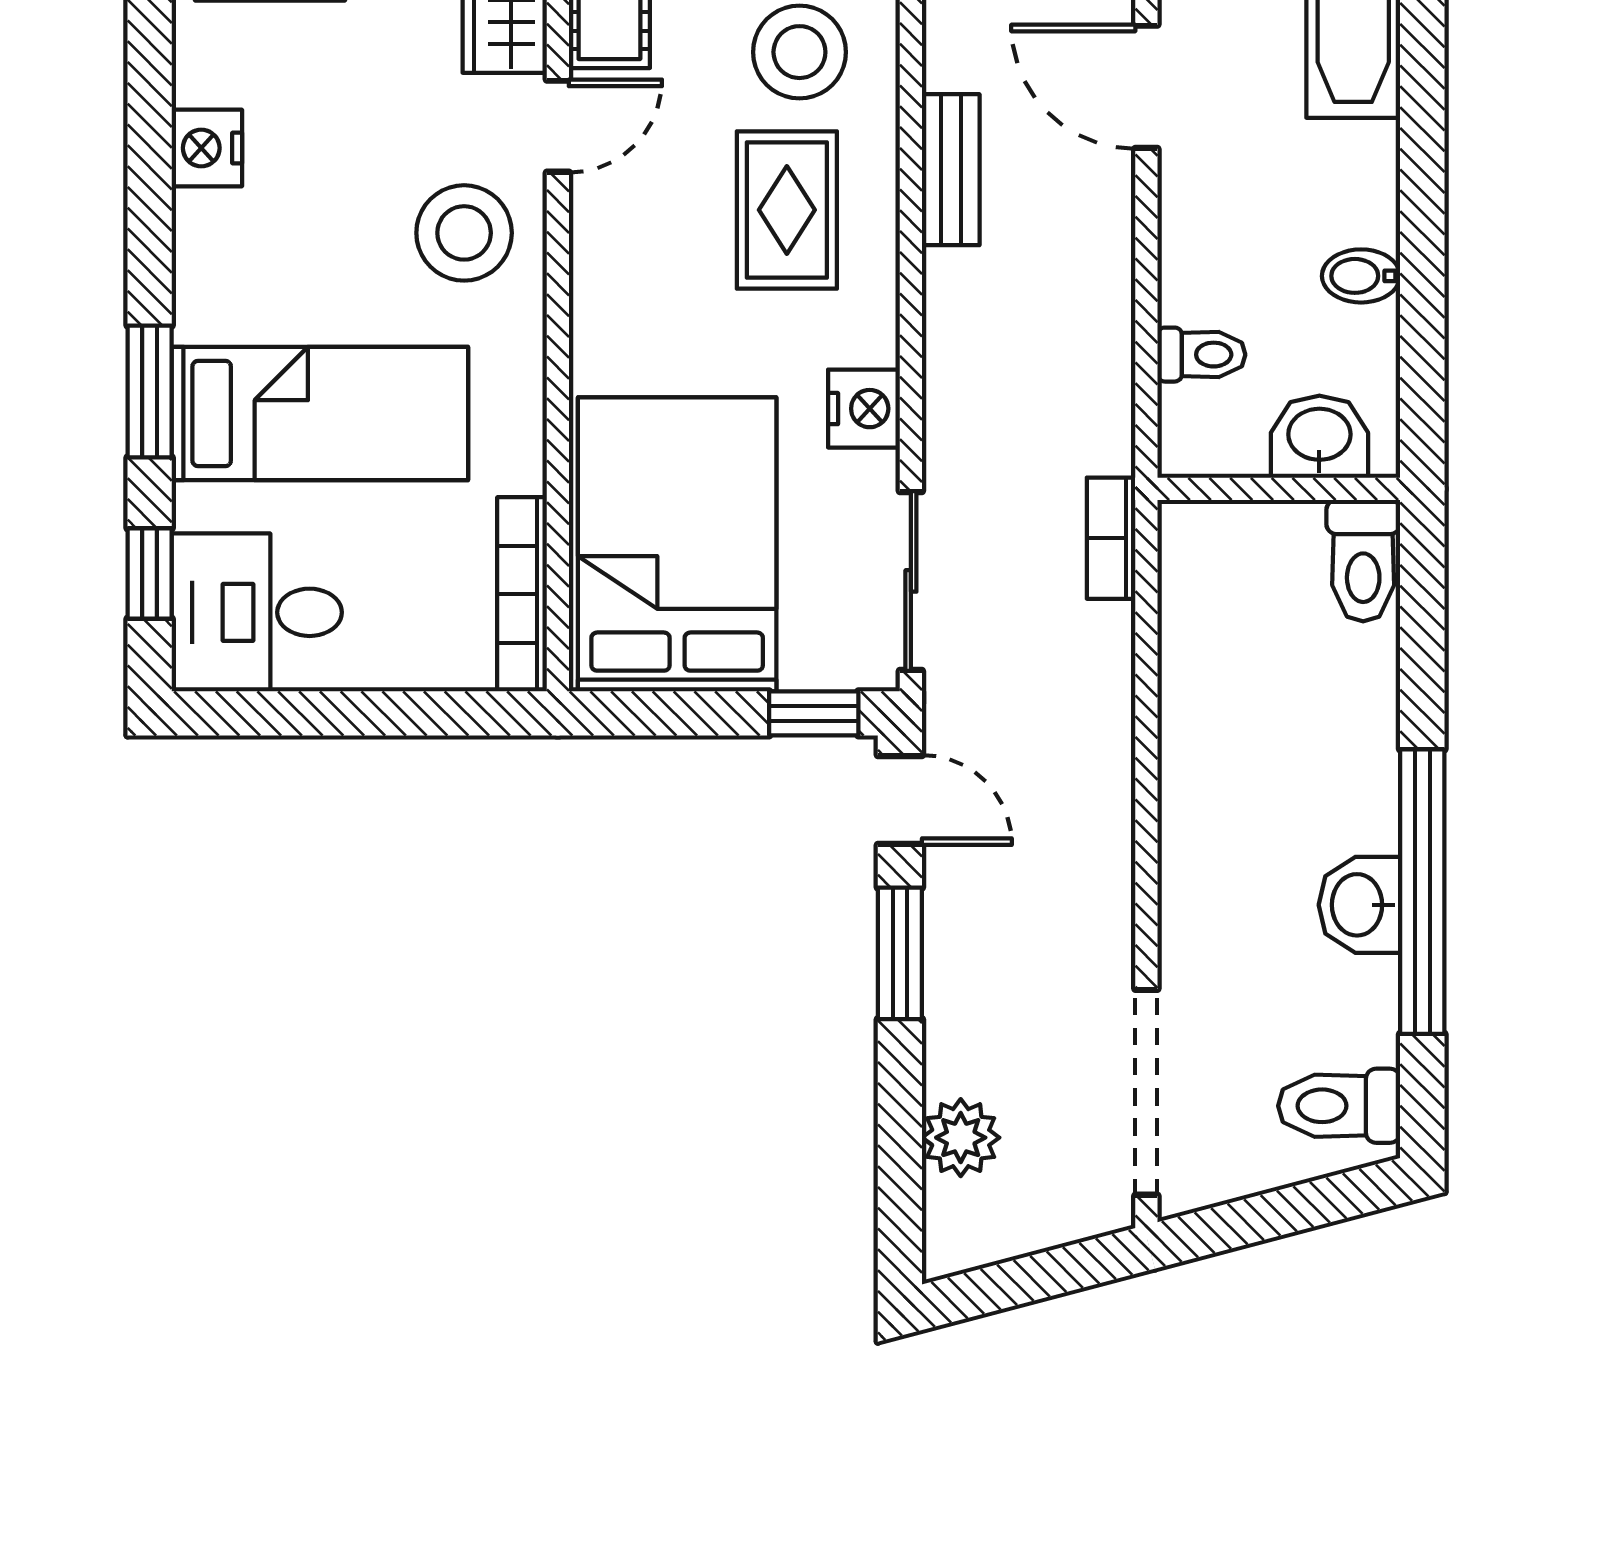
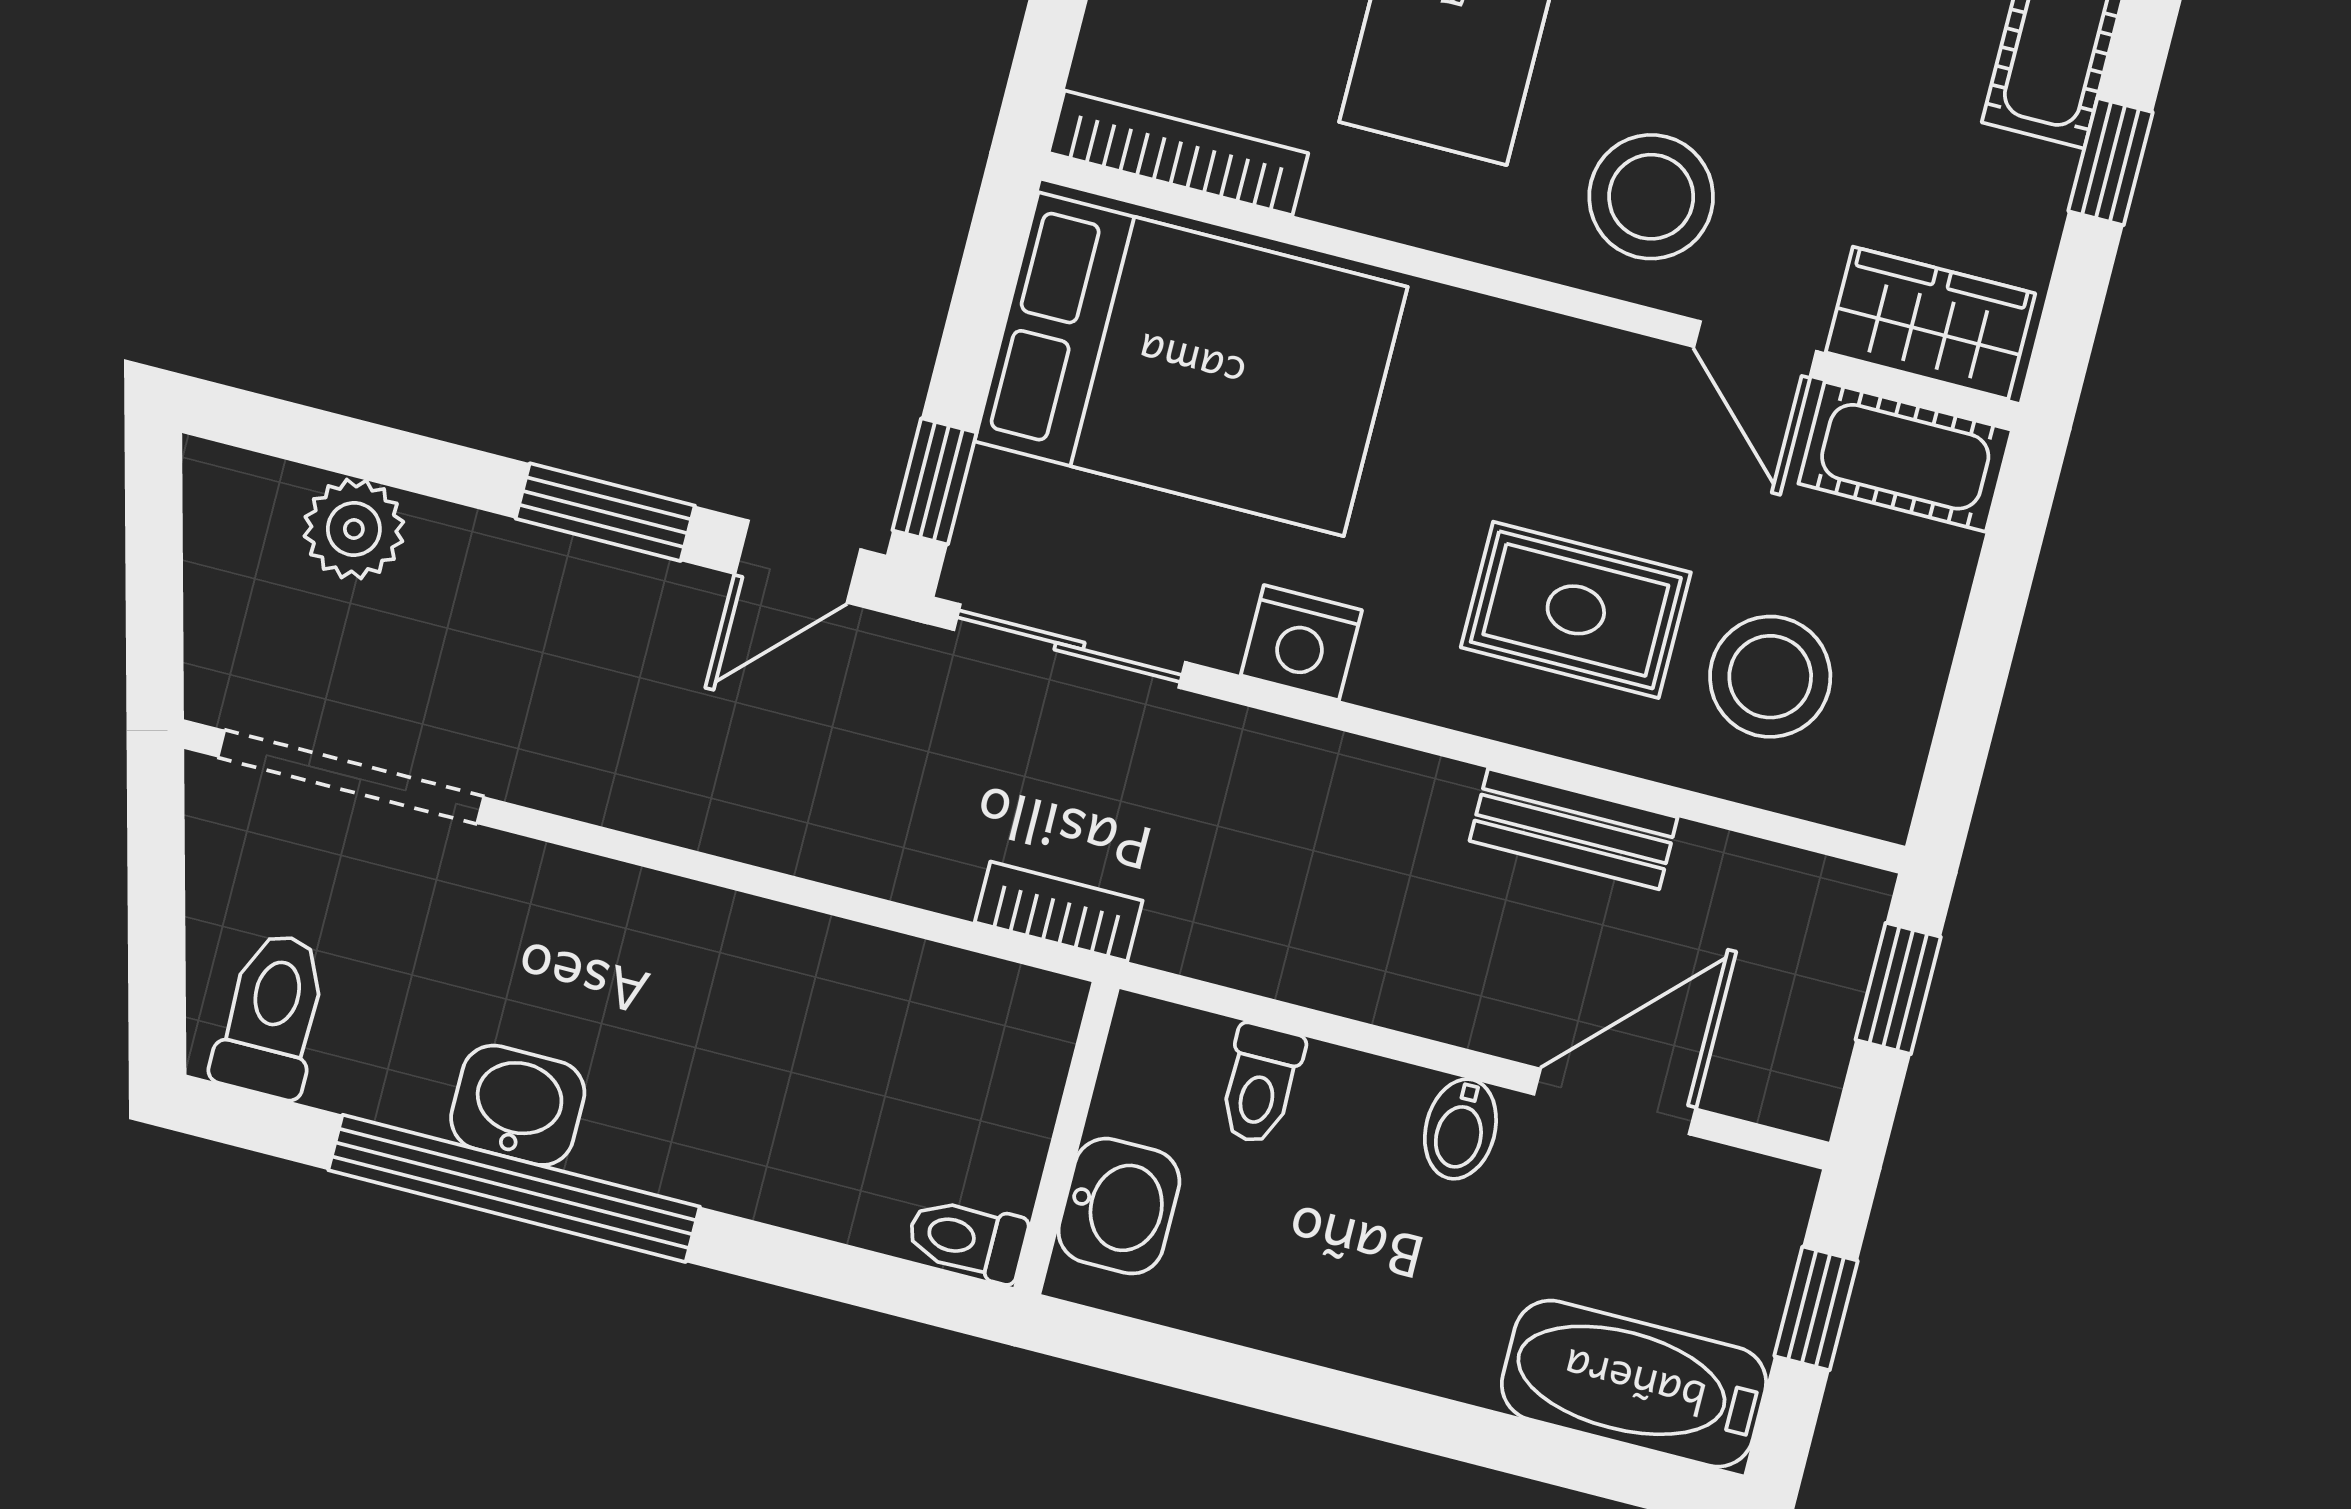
bidet: (1361, 276) -> (1460, 1129), moved, turned 180
toilet: (1363, 561) -> (967, 1239), width x0.73, depth x0.72

